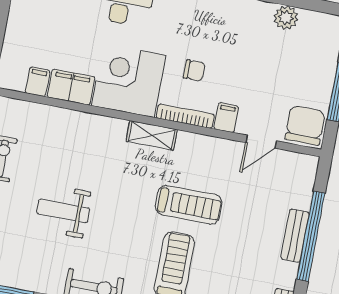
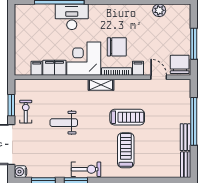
chair: (194, 70) -> (117, 47), width x1.87, depth x1.87
door: (261, 142) -> (159, 77), swing flipped
weight bench: (63, 211) -> (64, 123), moved
bench: (295, 236) -> (185, 137), moved

